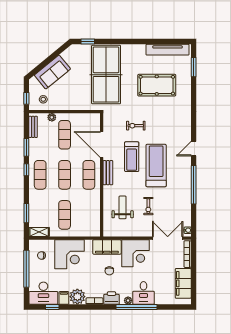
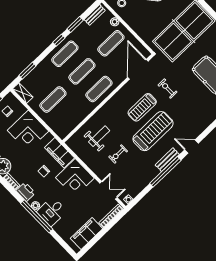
door: (102, 144) -> (138, 69), moved
bench: (108, 173) -> (167, 160), moved
double door: (168, 238) -> (108, 190), width x0.73

